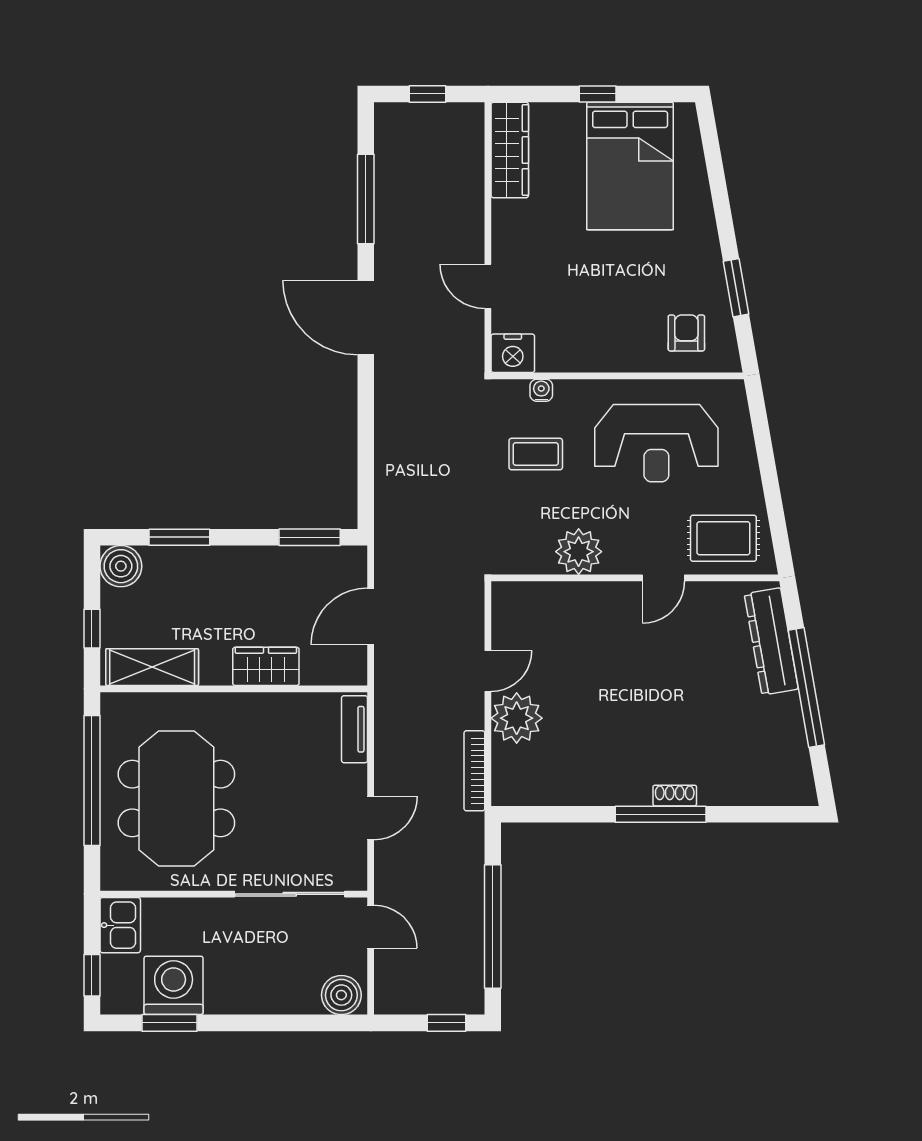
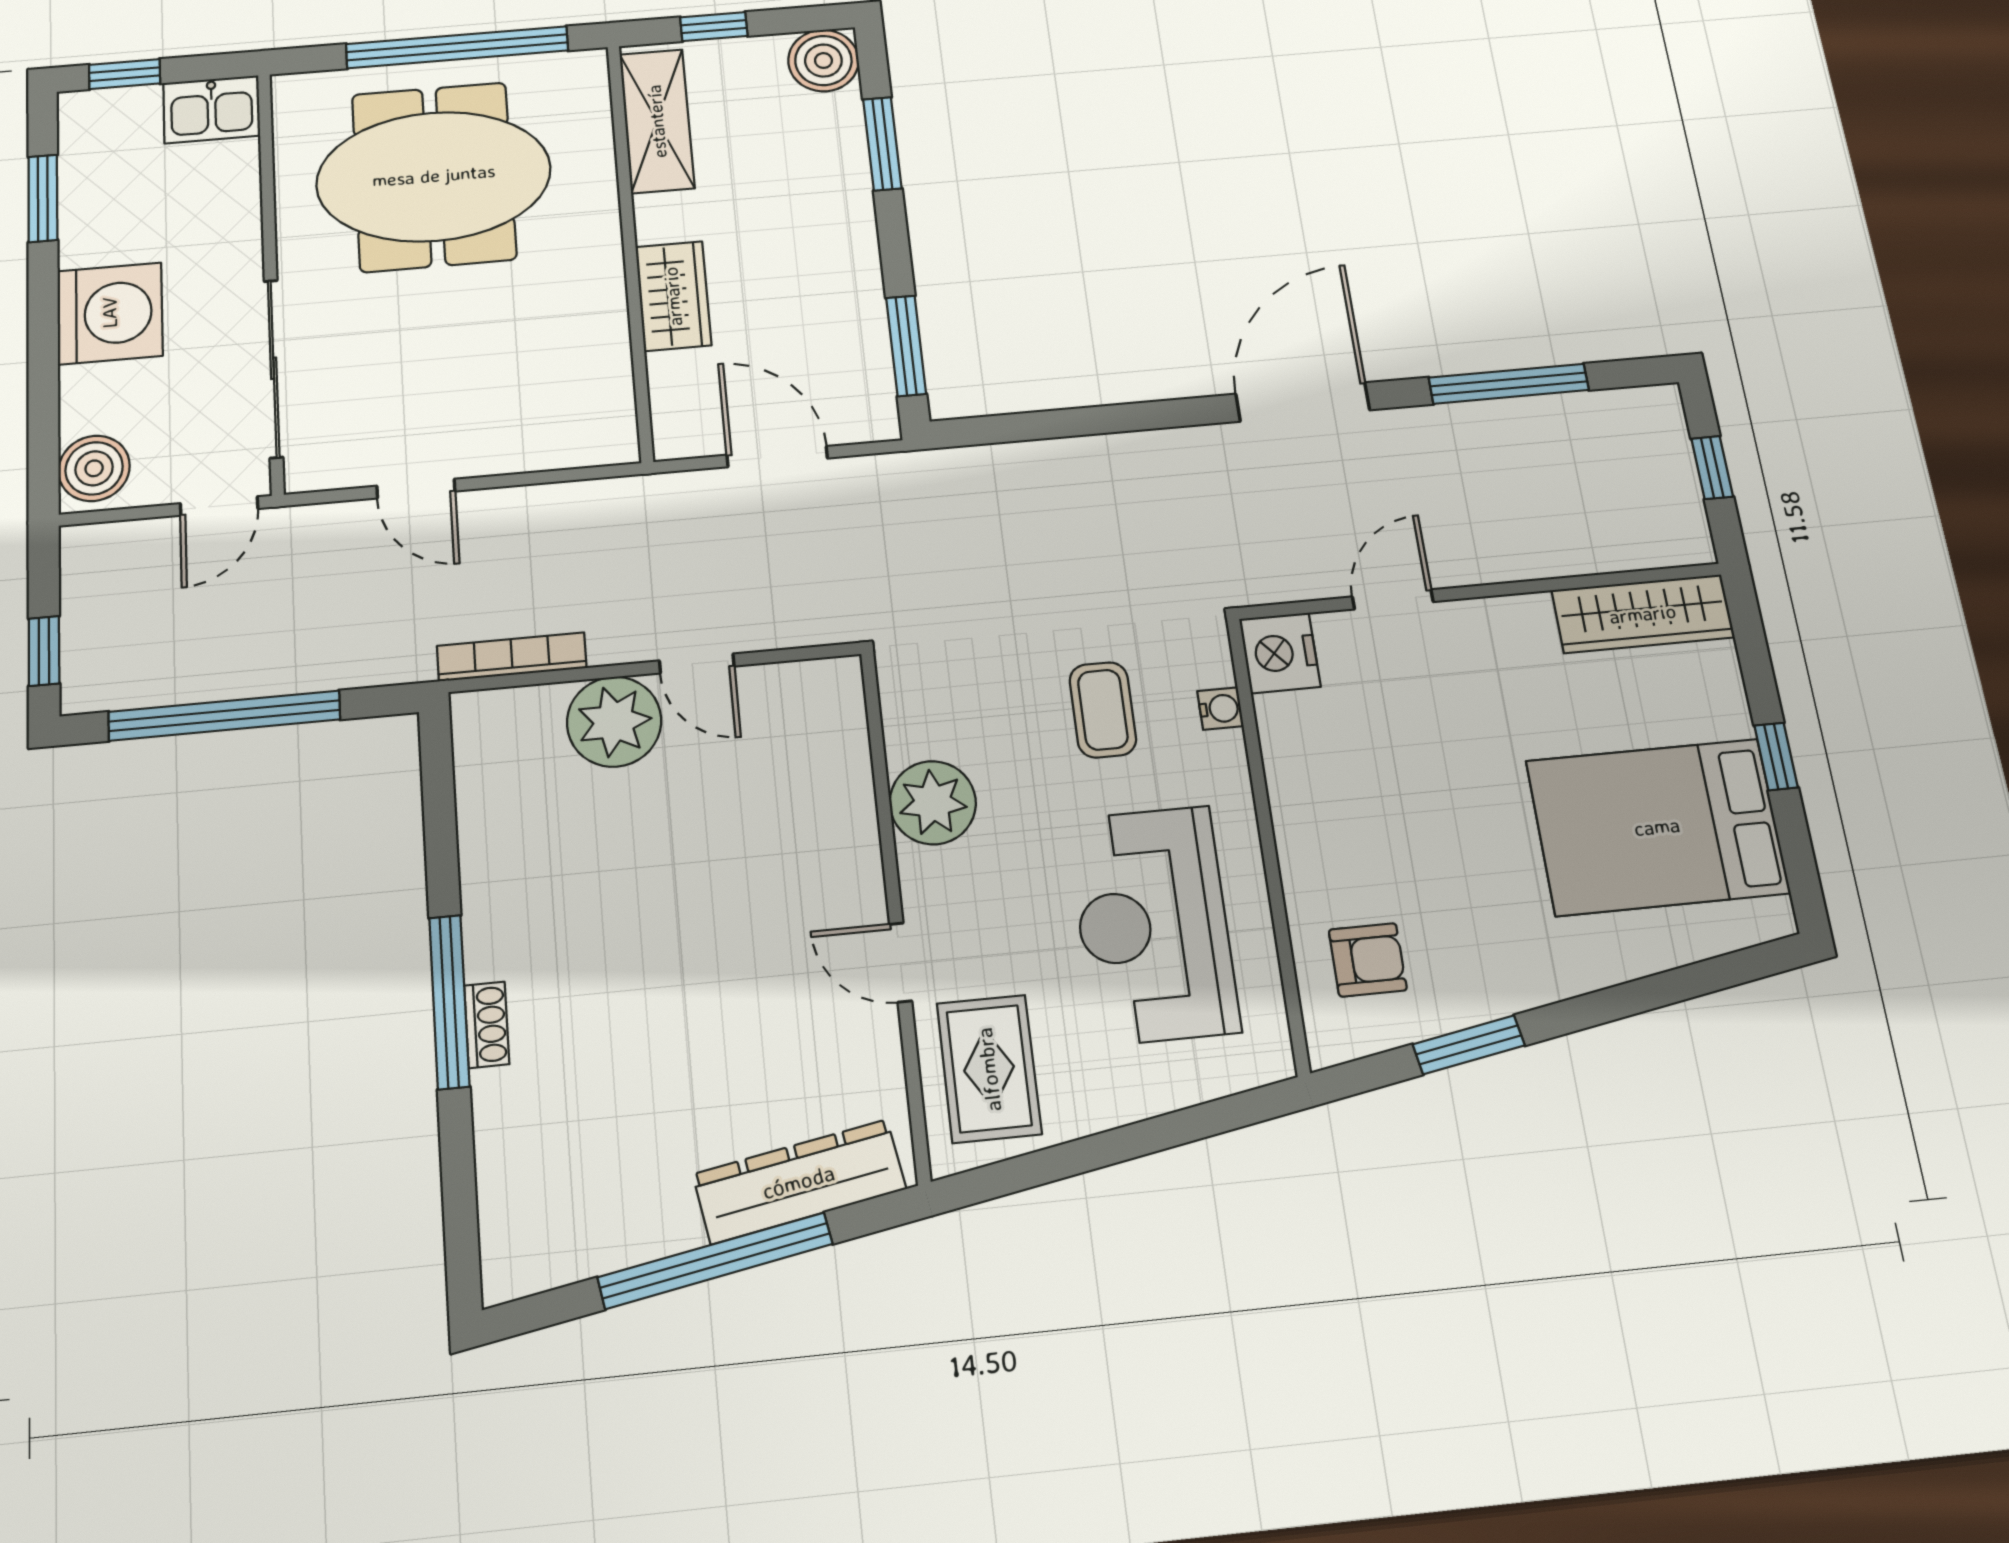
tv unit: (355, 729) -> (574, 448), removed
washing machine: (174, 985) -> (110, 313), moved

